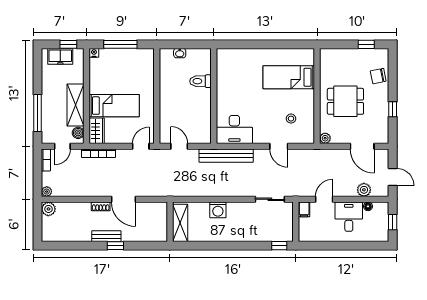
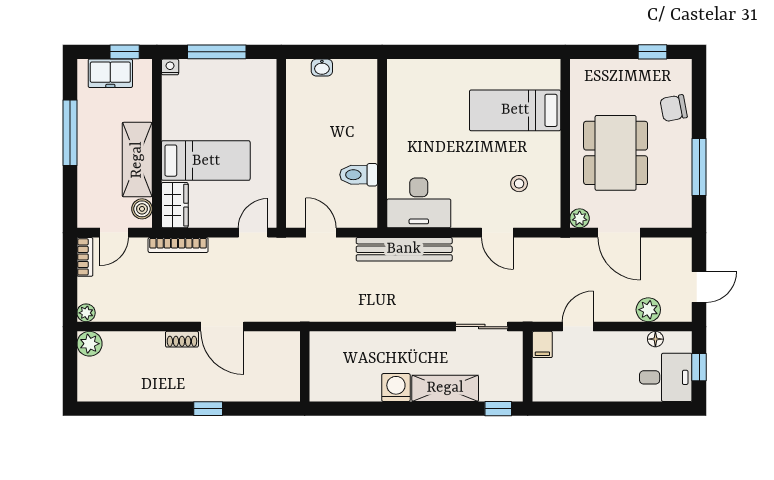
toilet: (200, 81) -> (359, 175), moved
dining table: (345, 101) -> (616, 153), width x1.38
window: (393, 109) -> (699, 167), width x2.17
window: (37, 113) -> (70, 133), moved
door: (362, 146) -> (619, 233), moved
door: (393, 177) -> (699, 287), hinge flipped
washing machine: (218, 210) -> (396, 388), moved, turned 180
desk: (349, 217) -> (666, 377), moved, turned 90
shelving: (180, 223) -> (445, 388), moved, turned 90
bench: (106, 236) -> (192, 392), removed

